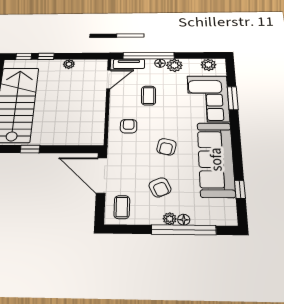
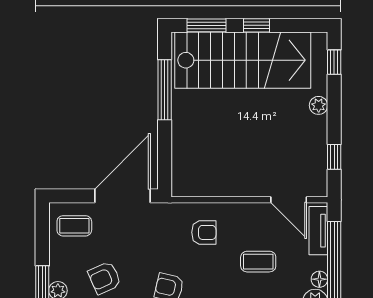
window: (46, 56) -> (334, 157), moved
plant: (69, 64) -> (319, 105), moved
window: (30, 149) -> (165, 90), width x2.17

